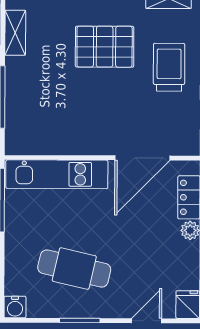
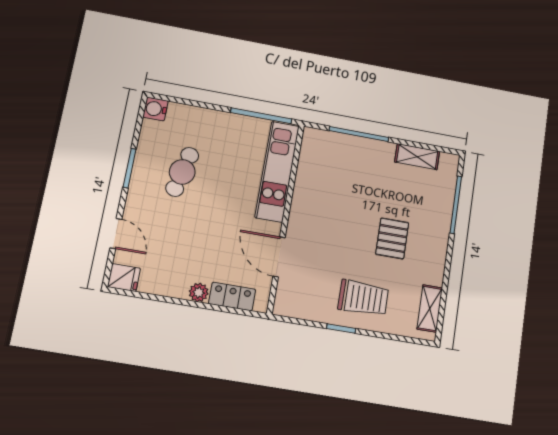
pallet: (105, 47) -> (392, 238), width x0.67, depth x0.71
door: (142, 158) -> (279, 257), width x0.73
cafe table: (74, 269) -> (182, 172), width x0.73, depth x0.74

